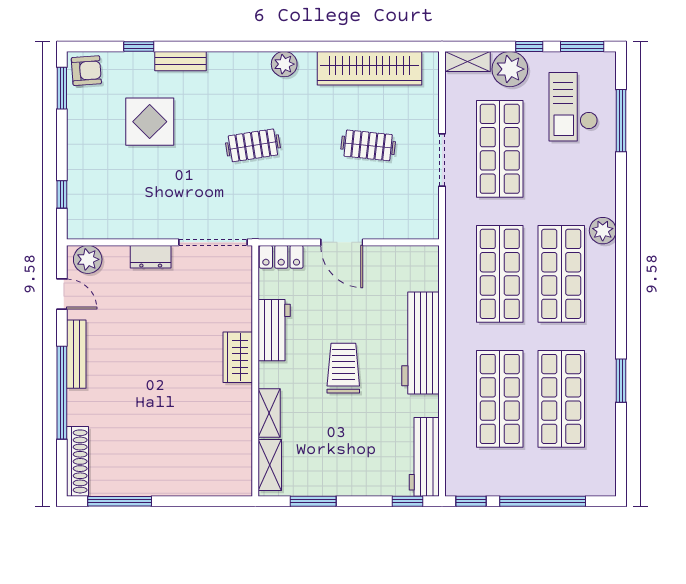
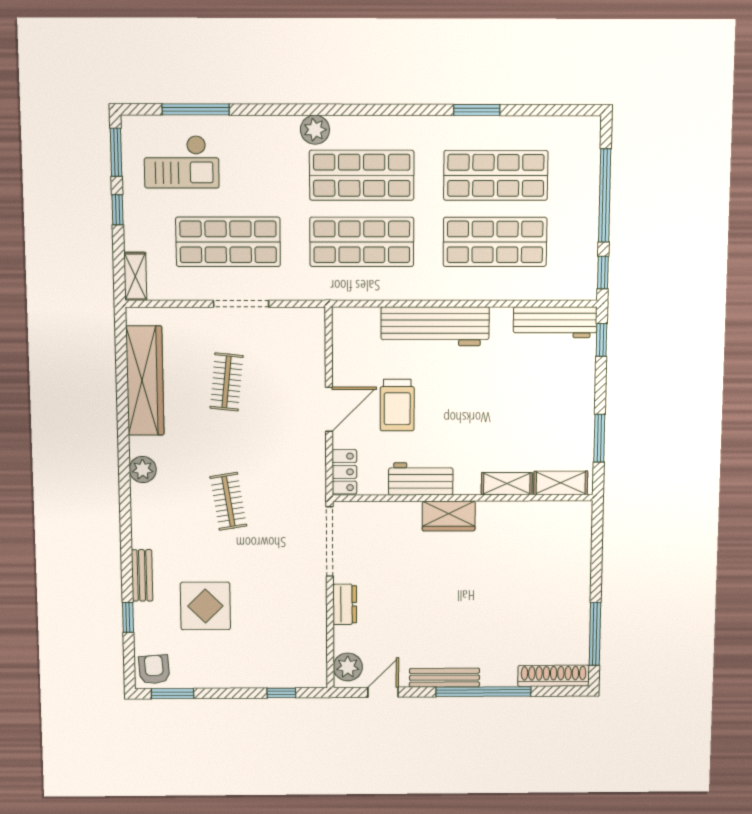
plant: (510, 69) -> (142, 231), removed
trolley: (343, 368) -> (397, 405), moved, turned -90

